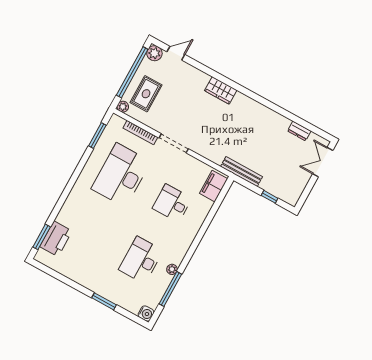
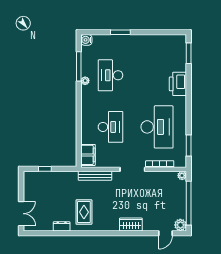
wardrobe: (221, 90) -> (131, 224), moved
rug: (146, 94) -> (84, 212), moved
dresser: (299, 131) -> (62, 226), moved
bench: (242, 172) -> (95, 176), moved
desk: (172, 203) -> (110, 127), width x1.37
printer: (56, 239) -> (178, 84), moved
desk: (141, 260) -> (110, 75), turned 180

